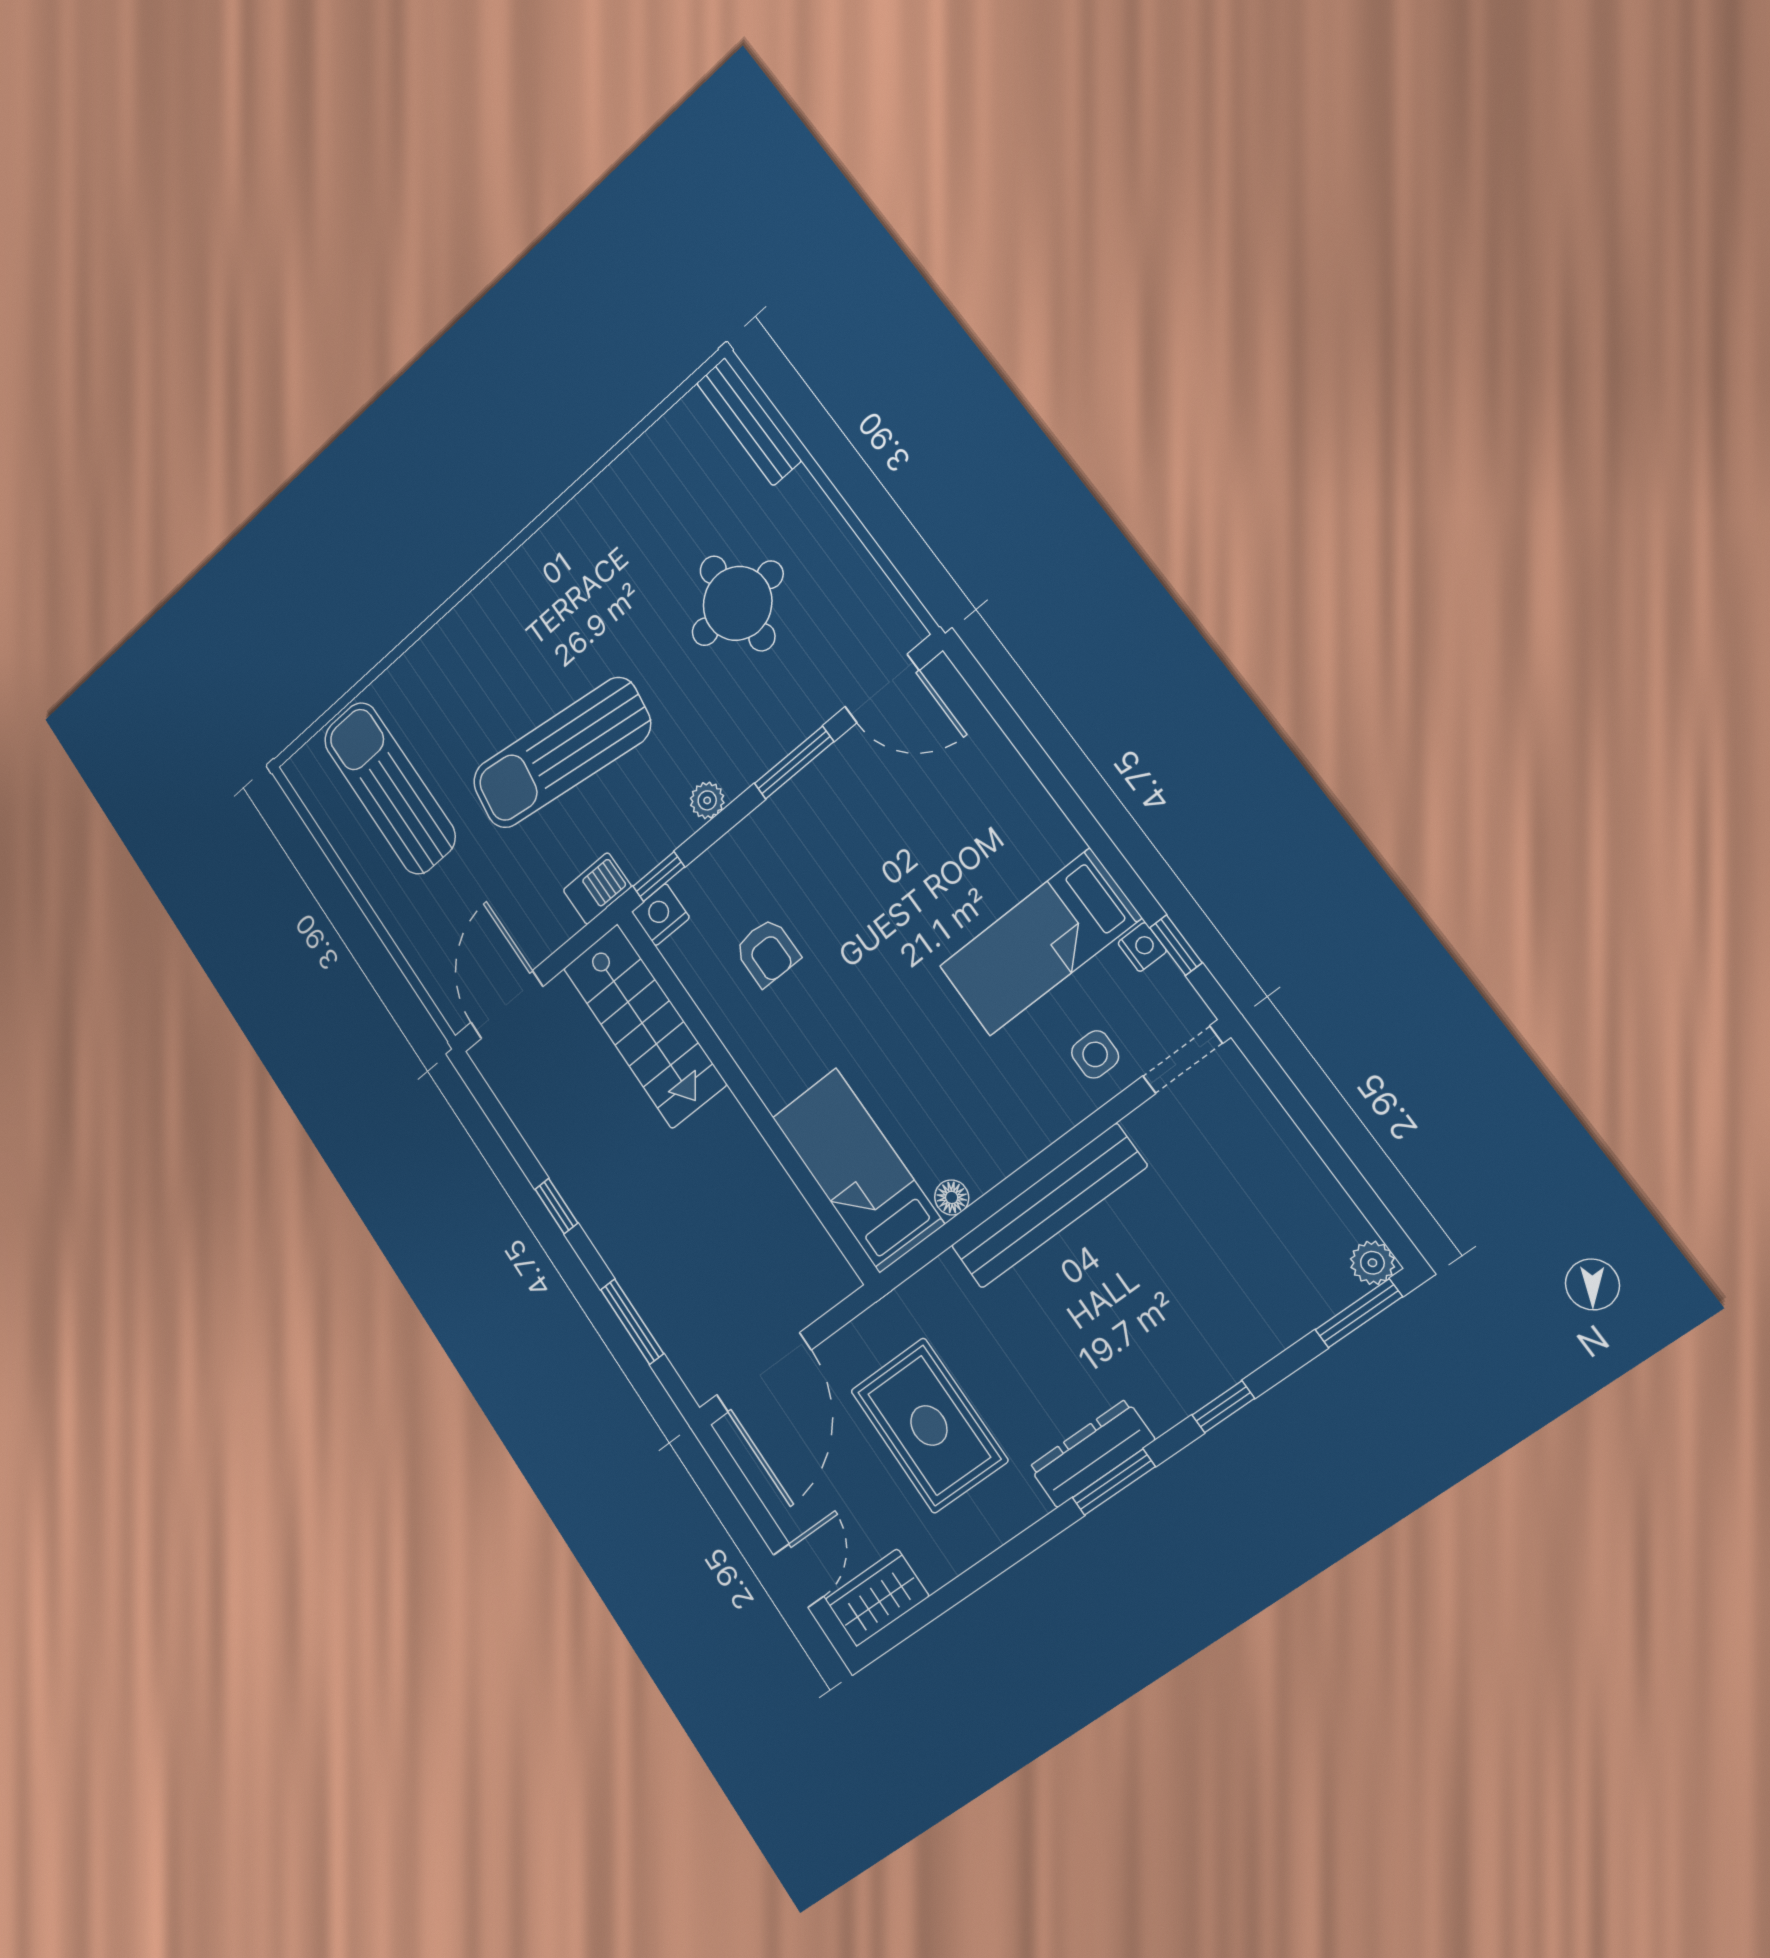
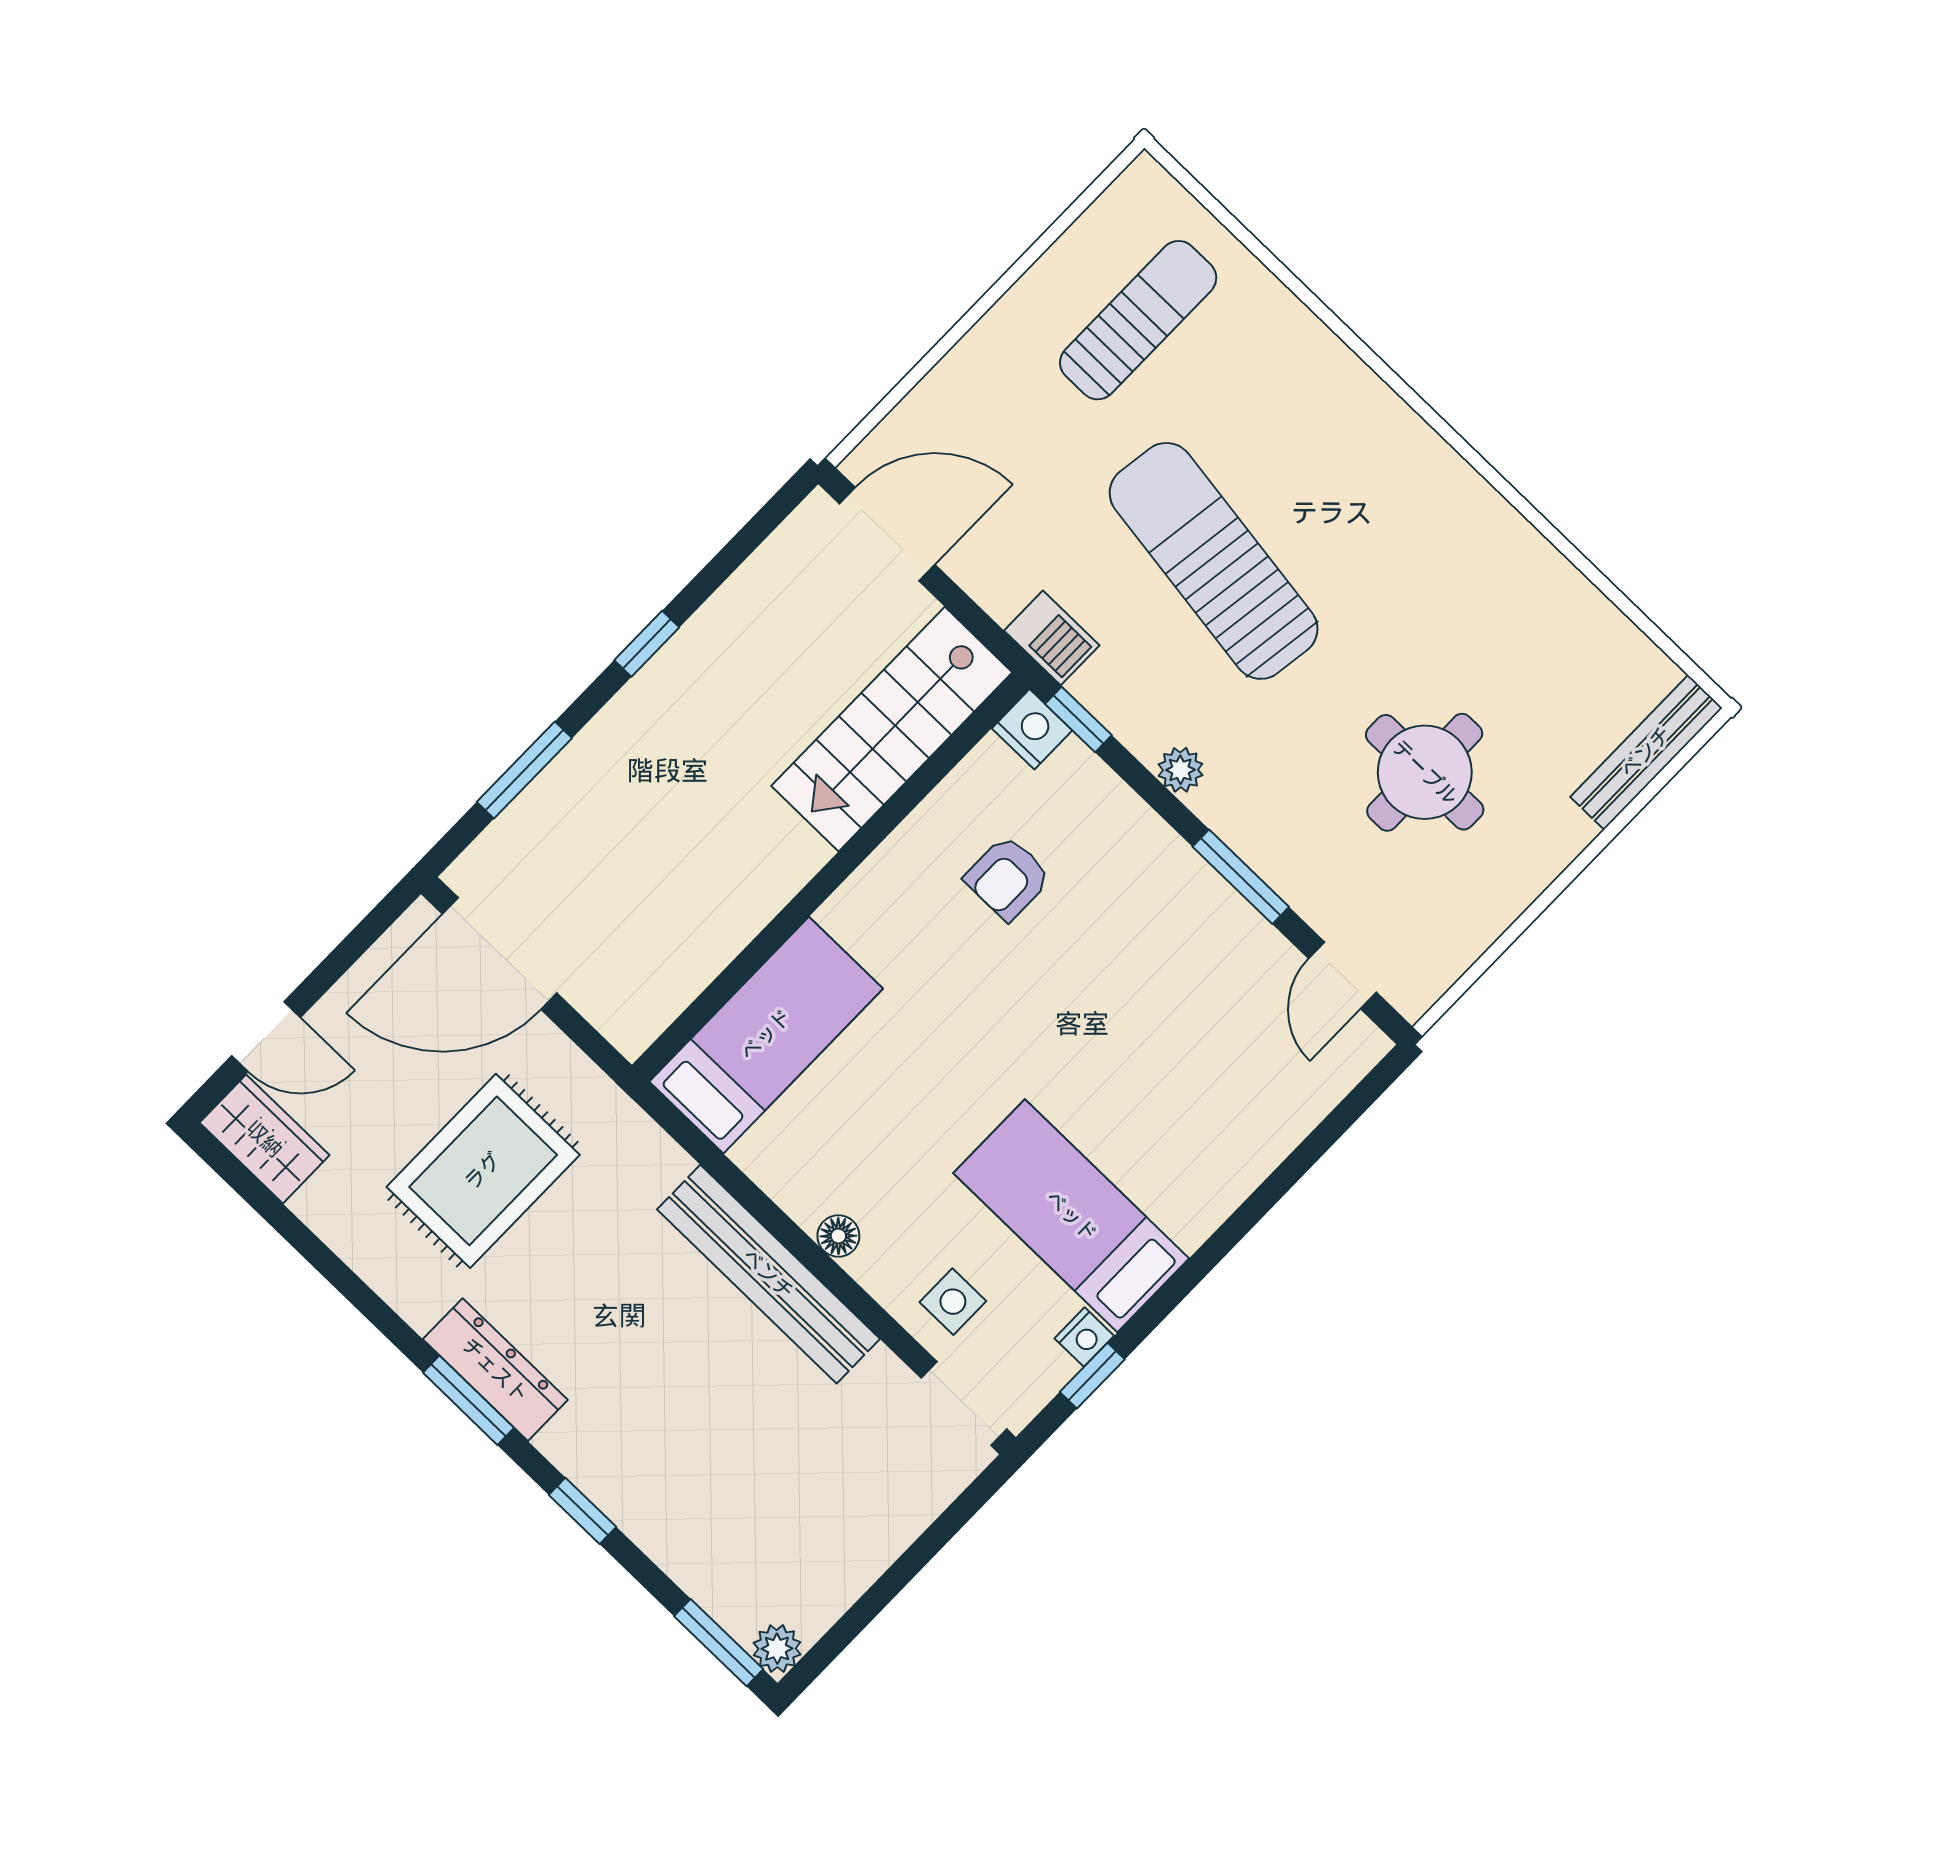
door: (882, 689) -> (1343, 975), width x0.73
sun lounger: (389, 788) -> (1138, 320), width x0.73, depth x0.75
floor lamp: (952, 1197) -> (838, 1236), moved

